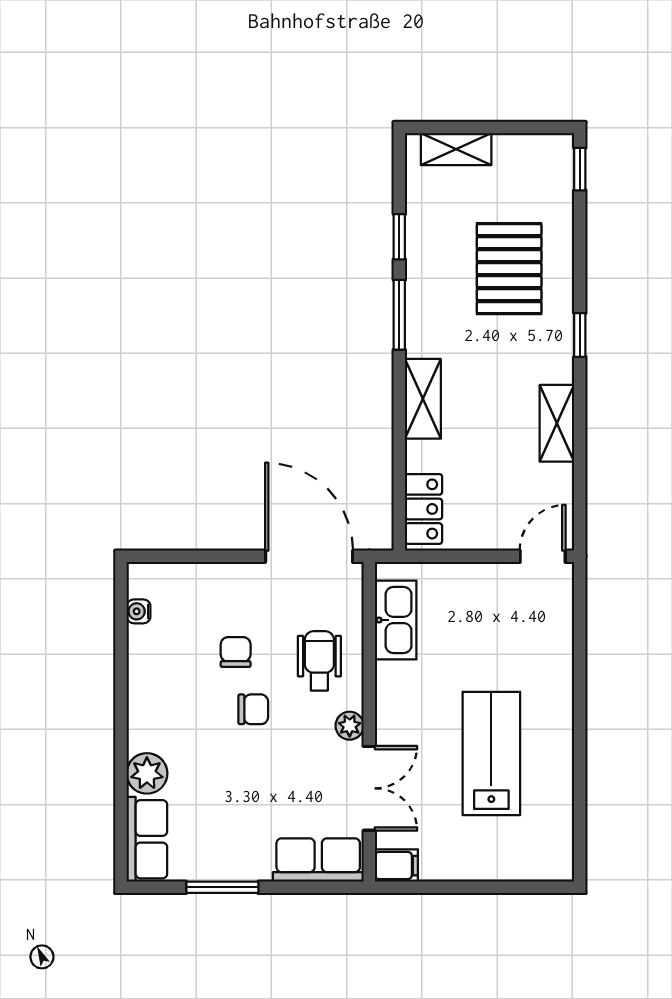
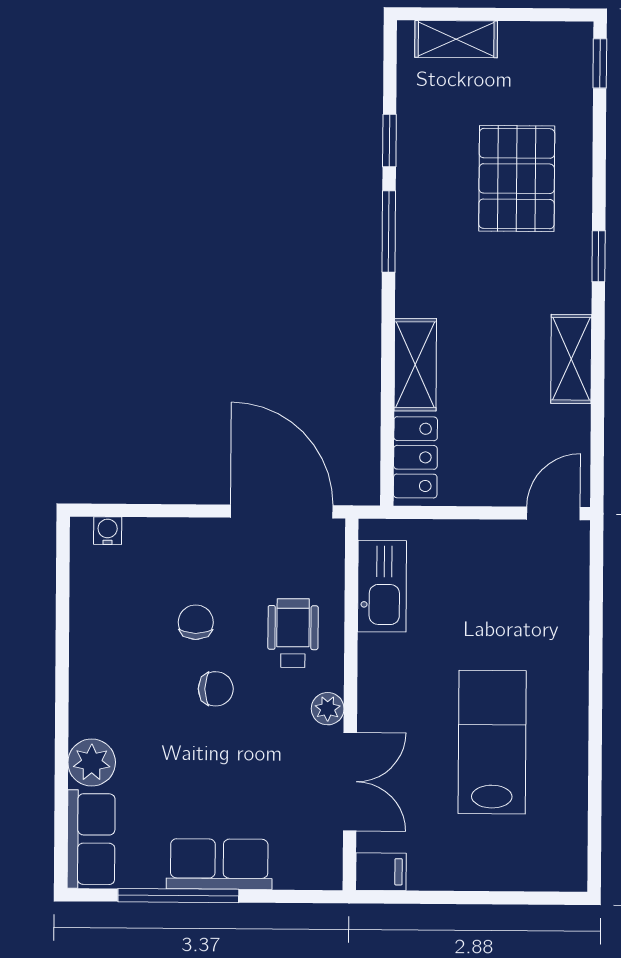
shelving: (423, 399) -> (415, 365), moved
water cooler: (139, 611) -> (108, 531), moved, turned 90
row of seats: (318, 860) -> (219, 864), moved
window: (222, 887) -> (178, 896), width x1.44

